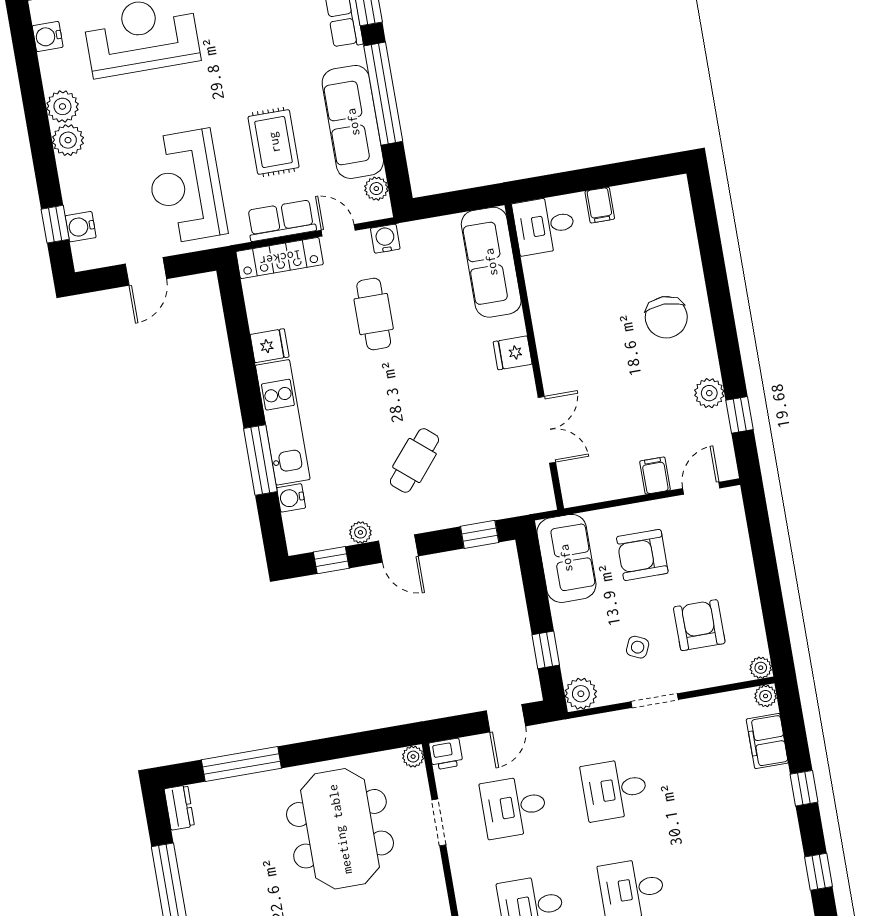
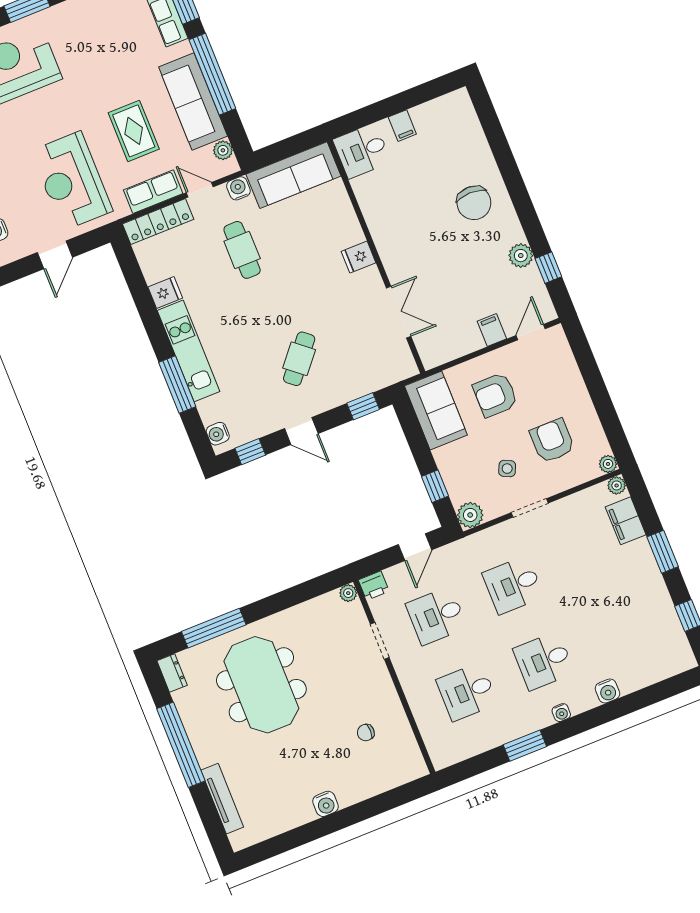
sofa: (491, 262) -> (293, 175), moved, turned -90
water cooler: (291, 498) -> (218, 434), moved
plant: (360, 532) -> (269, 425), removed
window: (804, 788) -> (663, 552), width x1.50
meeting table: (340, 829) -> (261, 685), moved

